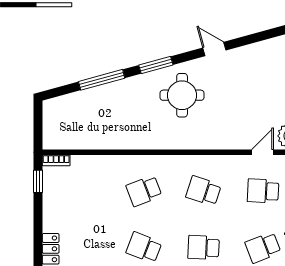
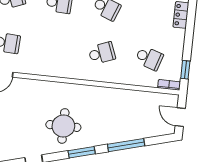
door: (38, 122) -> (180, 117), added
school desk: (203, 191) -> (149, 58), moved

